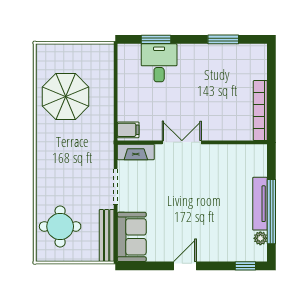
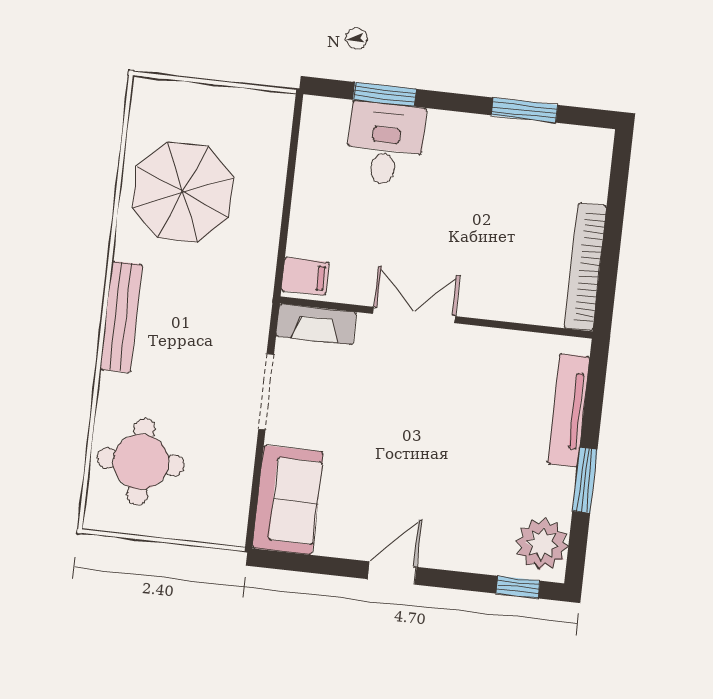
tv unit: (260, 204) -> (569, 410), moved
window: (271, 212) -> (585, 480), width x0.47
bench: (107, 235) -> (121, 317), moved
plant: (260, 238) -> (542, 544), width x1.88, depth x1.88

